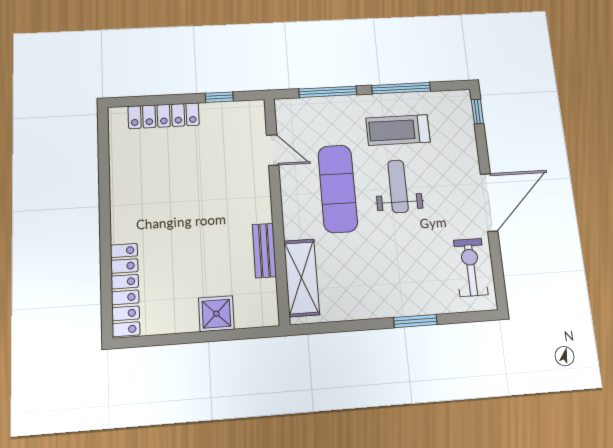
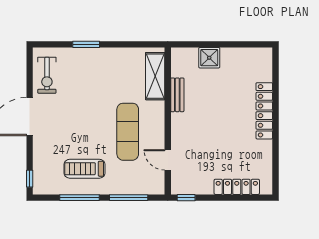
window: (219, 97) -> (186, 198), moved
treadmill: (398, 130) -> (85, 169), turned 180
weight bench: (398, 186) -> (88, 131), removed
locker: (125, 289) -> (264, 111), moved

